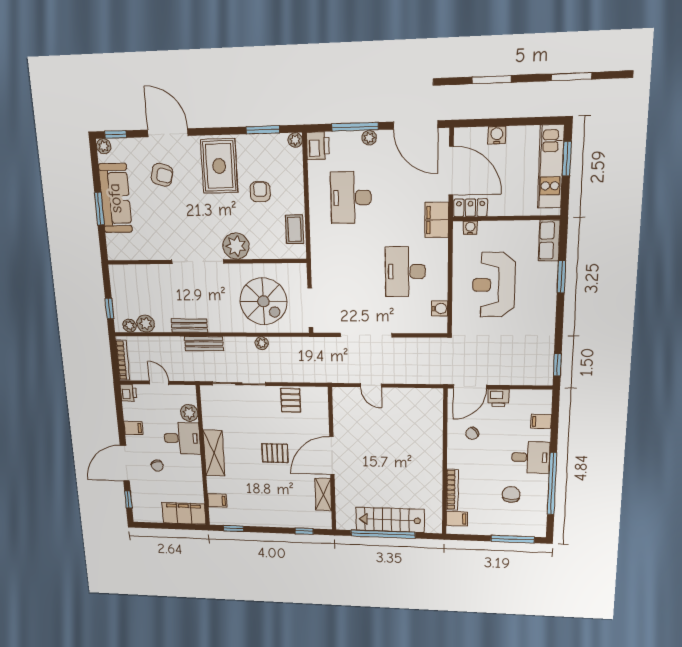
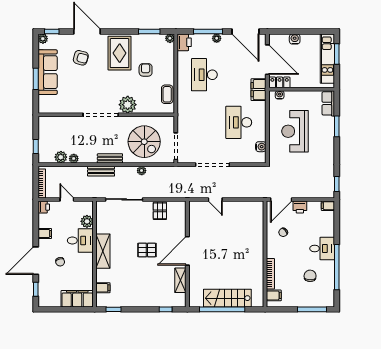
plant: (130, 326) -> (74, 159), moved
bench: (189, 326) -> (110, 158), moved
filing cabinet: (541, 422) -> (328, 206), moved

